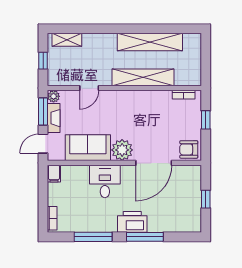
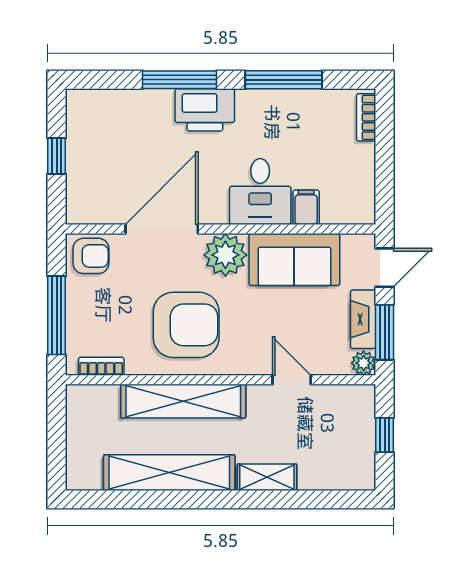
shelving: (67, 40) -> (267, 477), moved
door: (89, 88) -> (292, 380), hinge flipped
armchair: (142, 115) -> (186, 325), added
window: (206, 120) -> (57, 315), width x2.17
filing cabinet: (54, 174) -> (306, 207), moved

